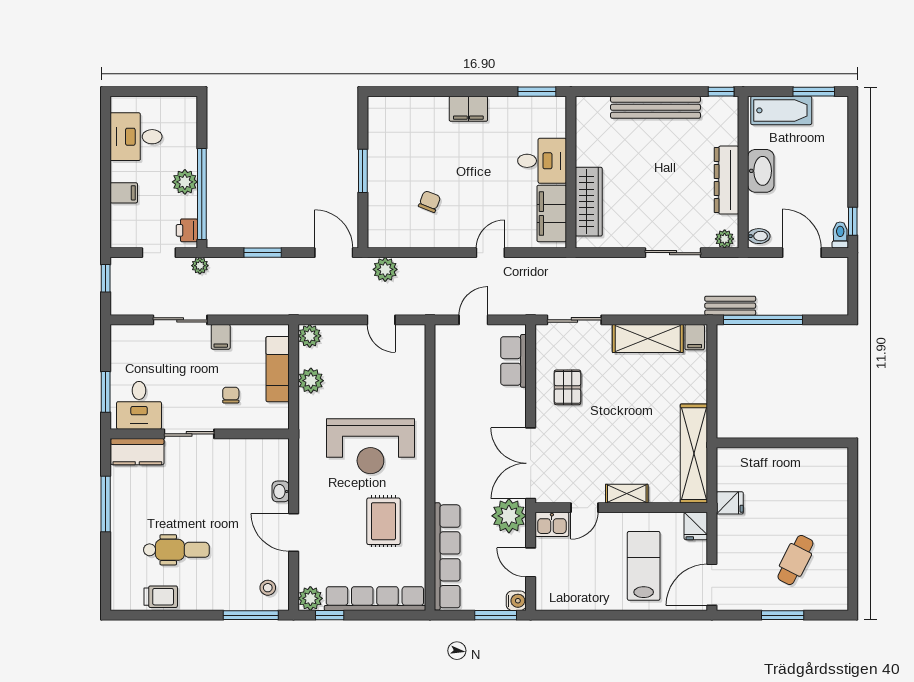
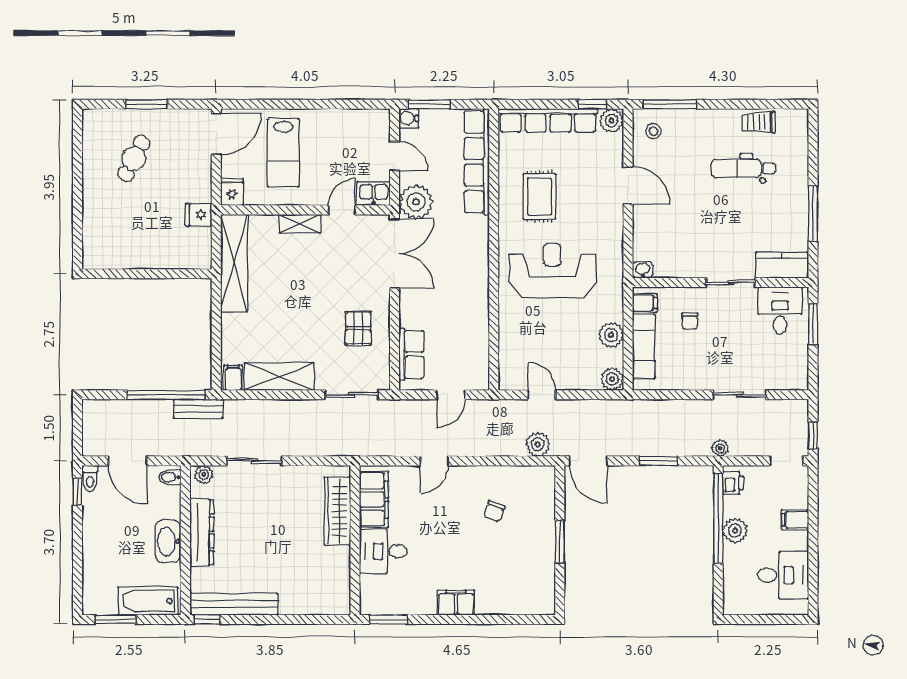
bench: (656, 107) -> (234, 604), moved
doorway: (159, 253) -> (786, 461), moved
filing cabinet: (221, 337) -> (645, 303), moved, turned 90
washbasin: (281, 491) -> (643, 270), moved, turned -90

